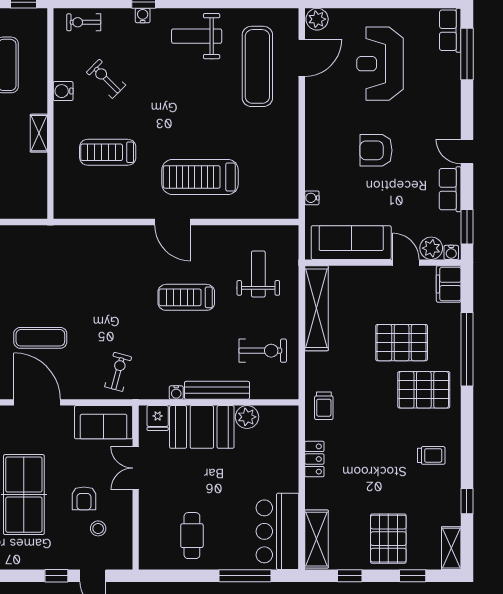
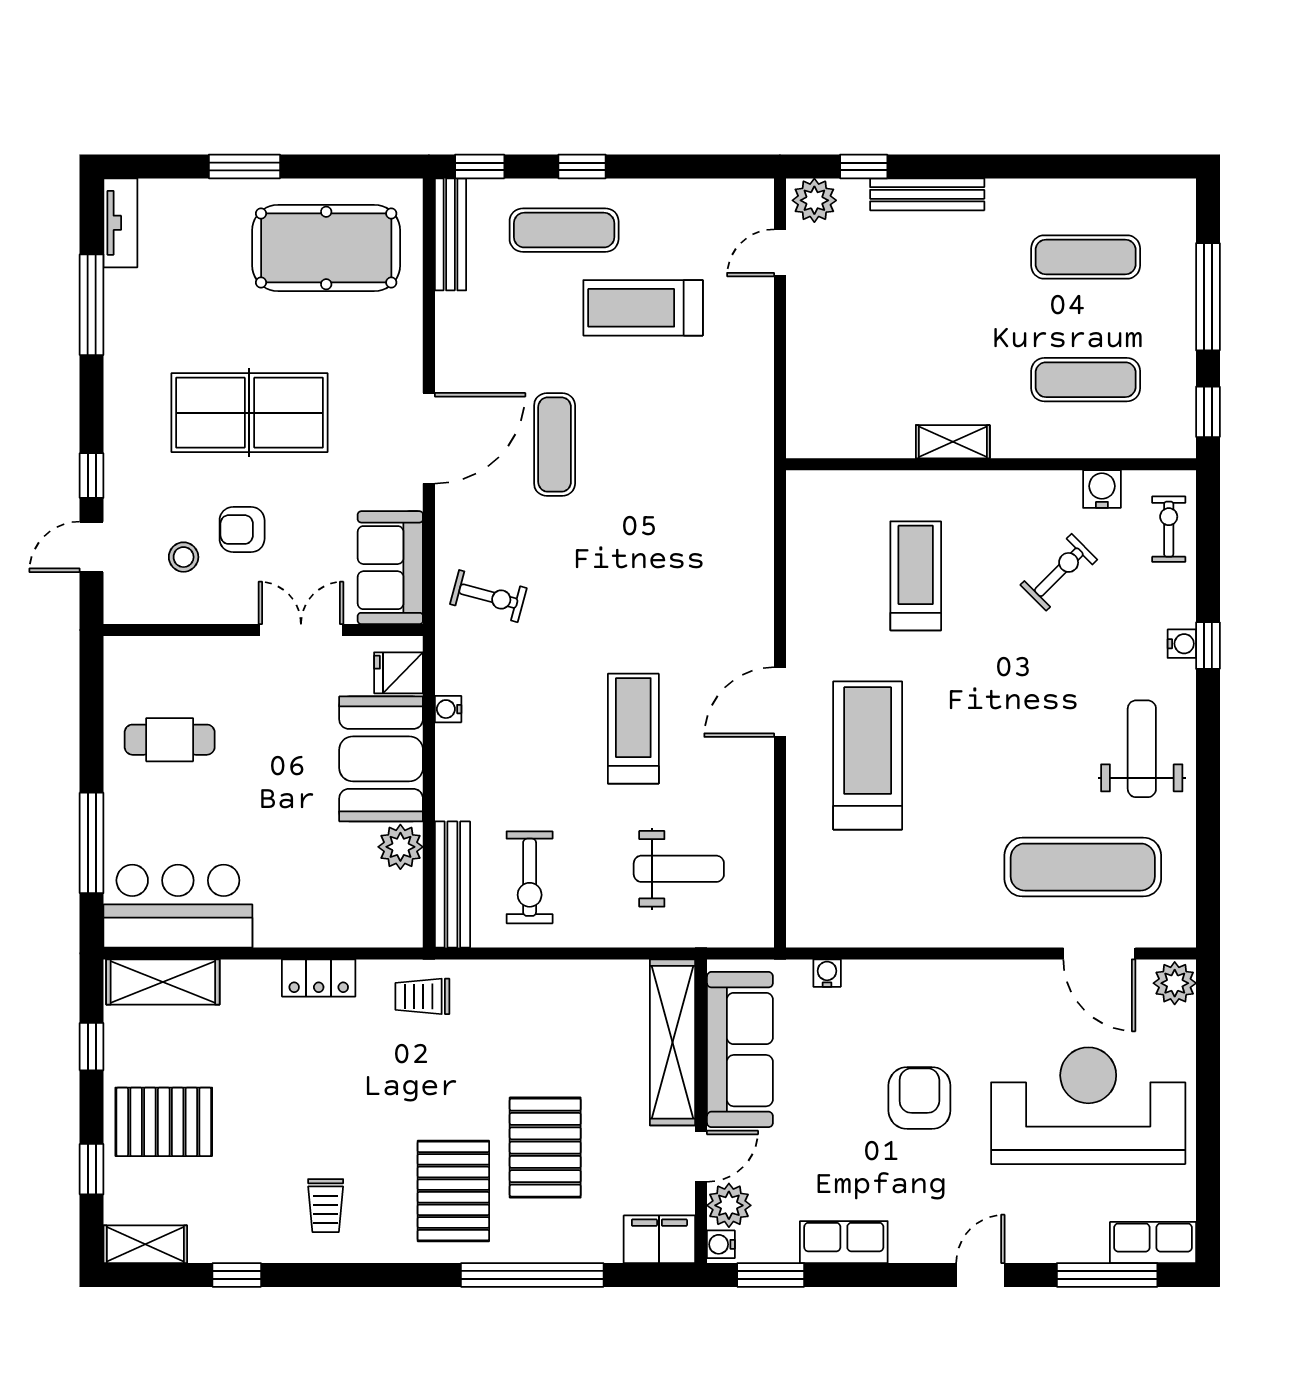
reception desk: (380, 64) -> (1088, 1106), width x1.36, depth x1.30
water cooler: (63, 91) -> (1102, 489), moved
door: (467, 151) -> (980, 1275), moved
shelving: (316, 308) -> (672, 1042), moved, turned 90
bench: (217, 390) -> (452, 884), moved

